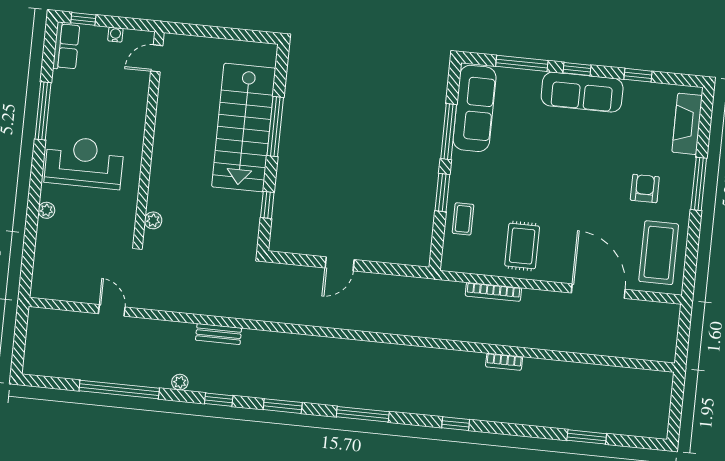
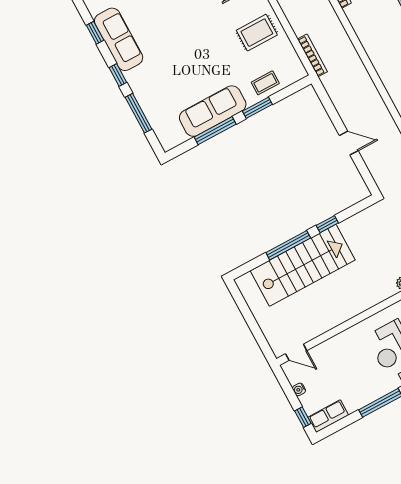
sofa: (582, 92) -> (119, 39), moved
sofa: (475, 108) -> (213, 111), moved
window: (267, 205) -> (327, 224), moved
bookcase: (493, 292) -> (312, 55), moved

